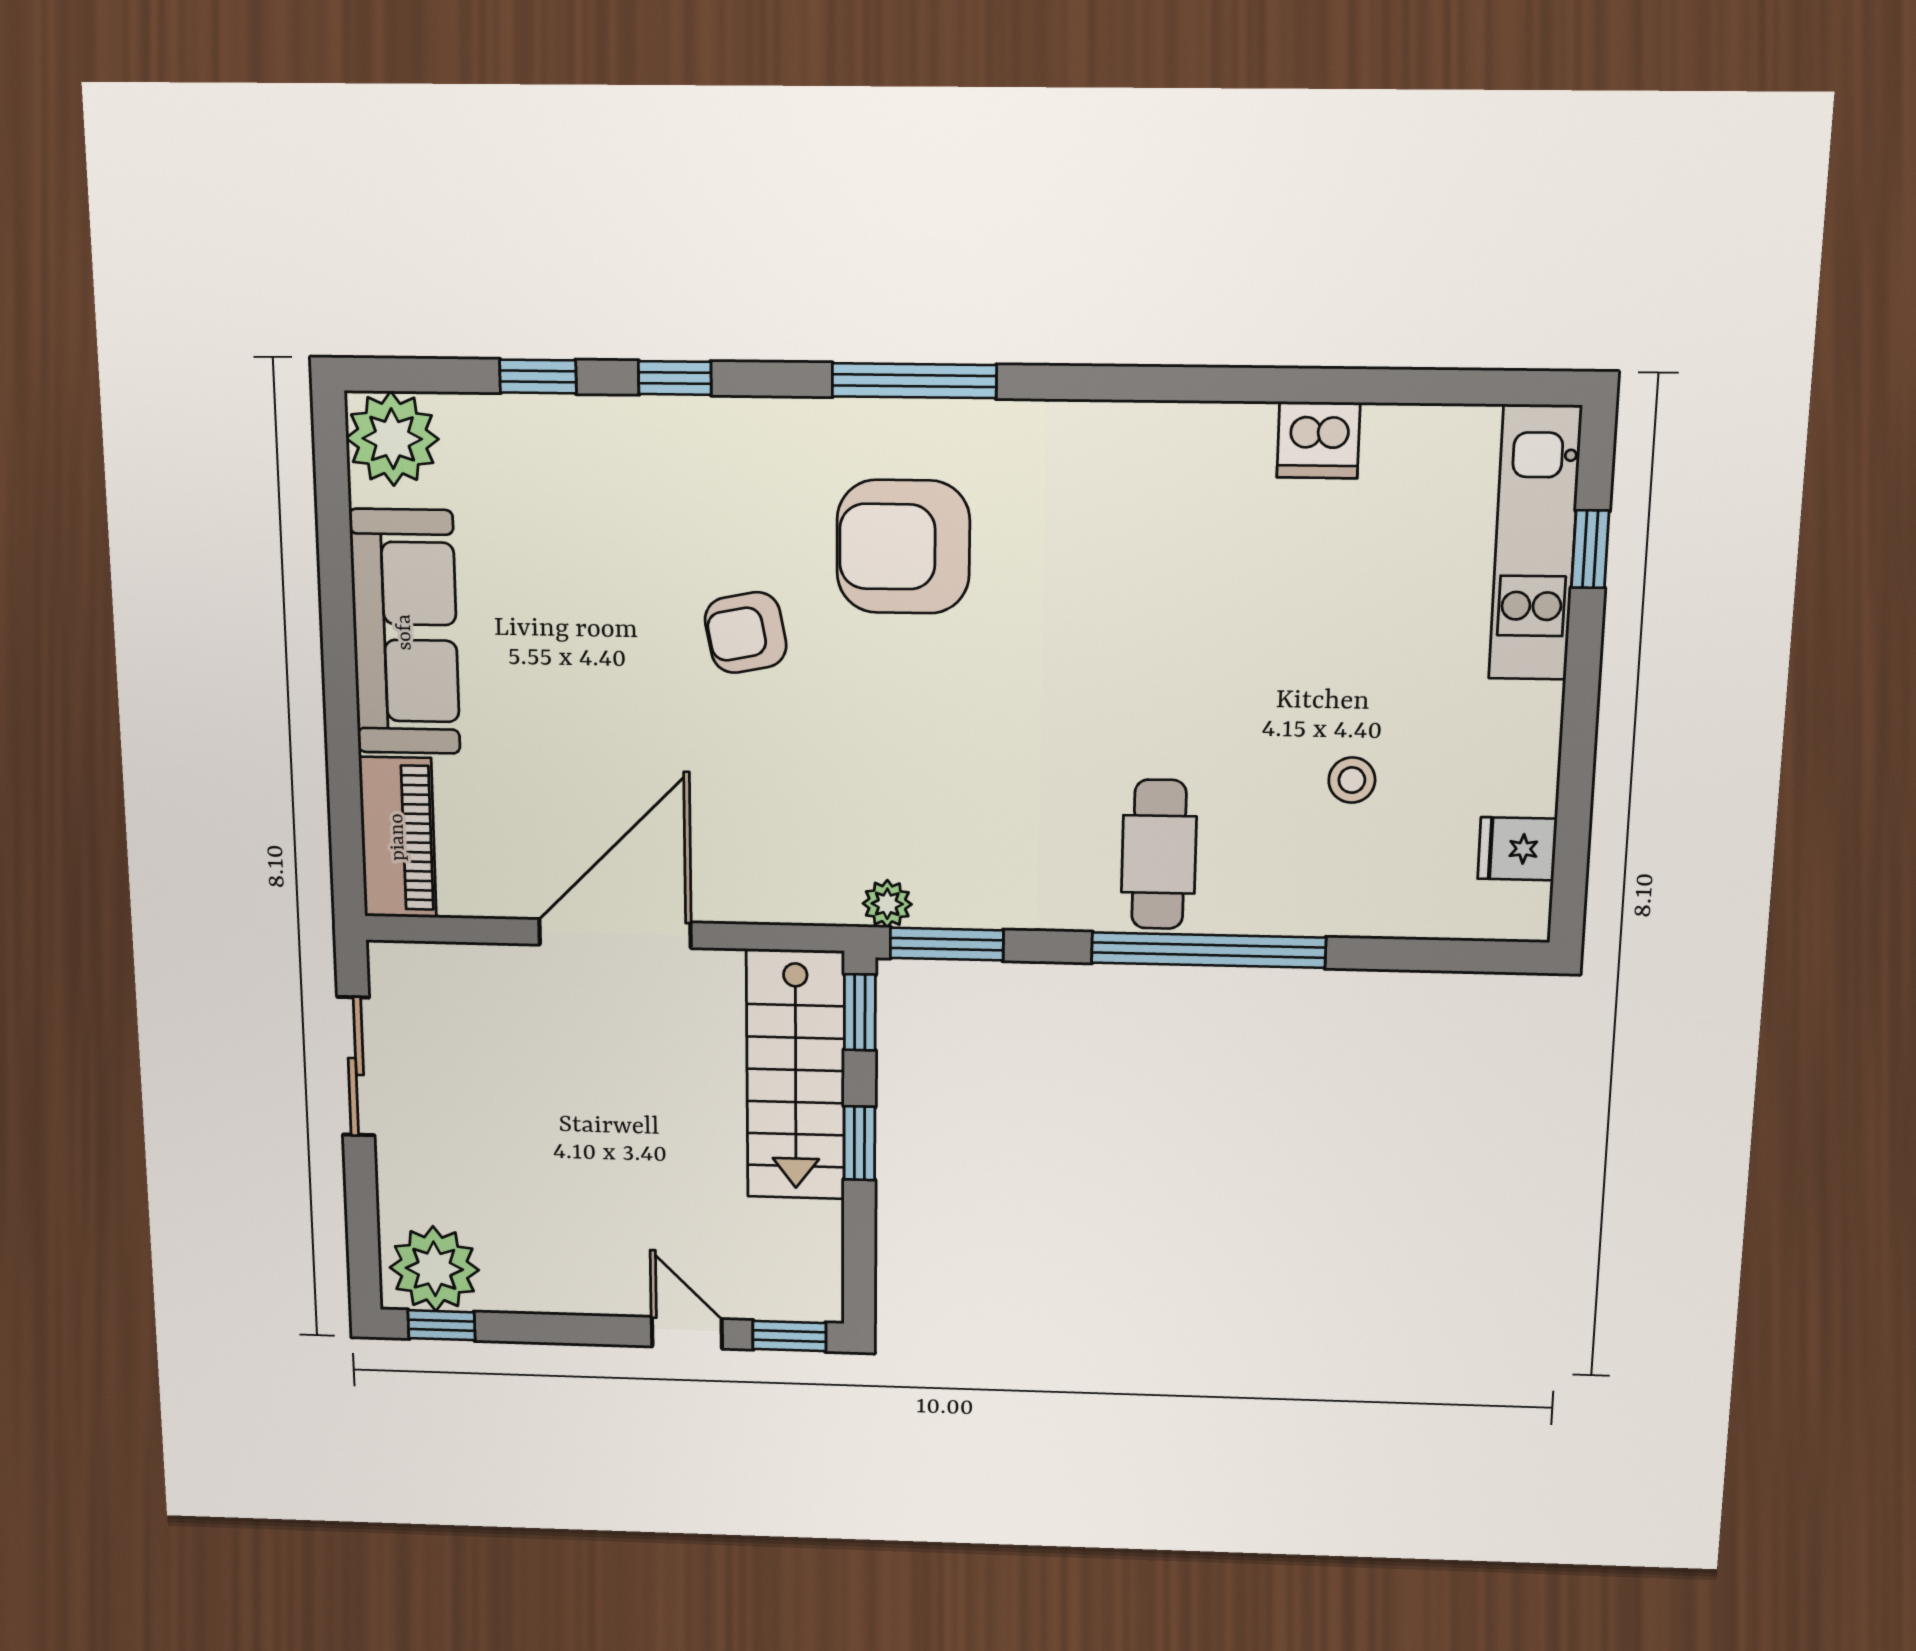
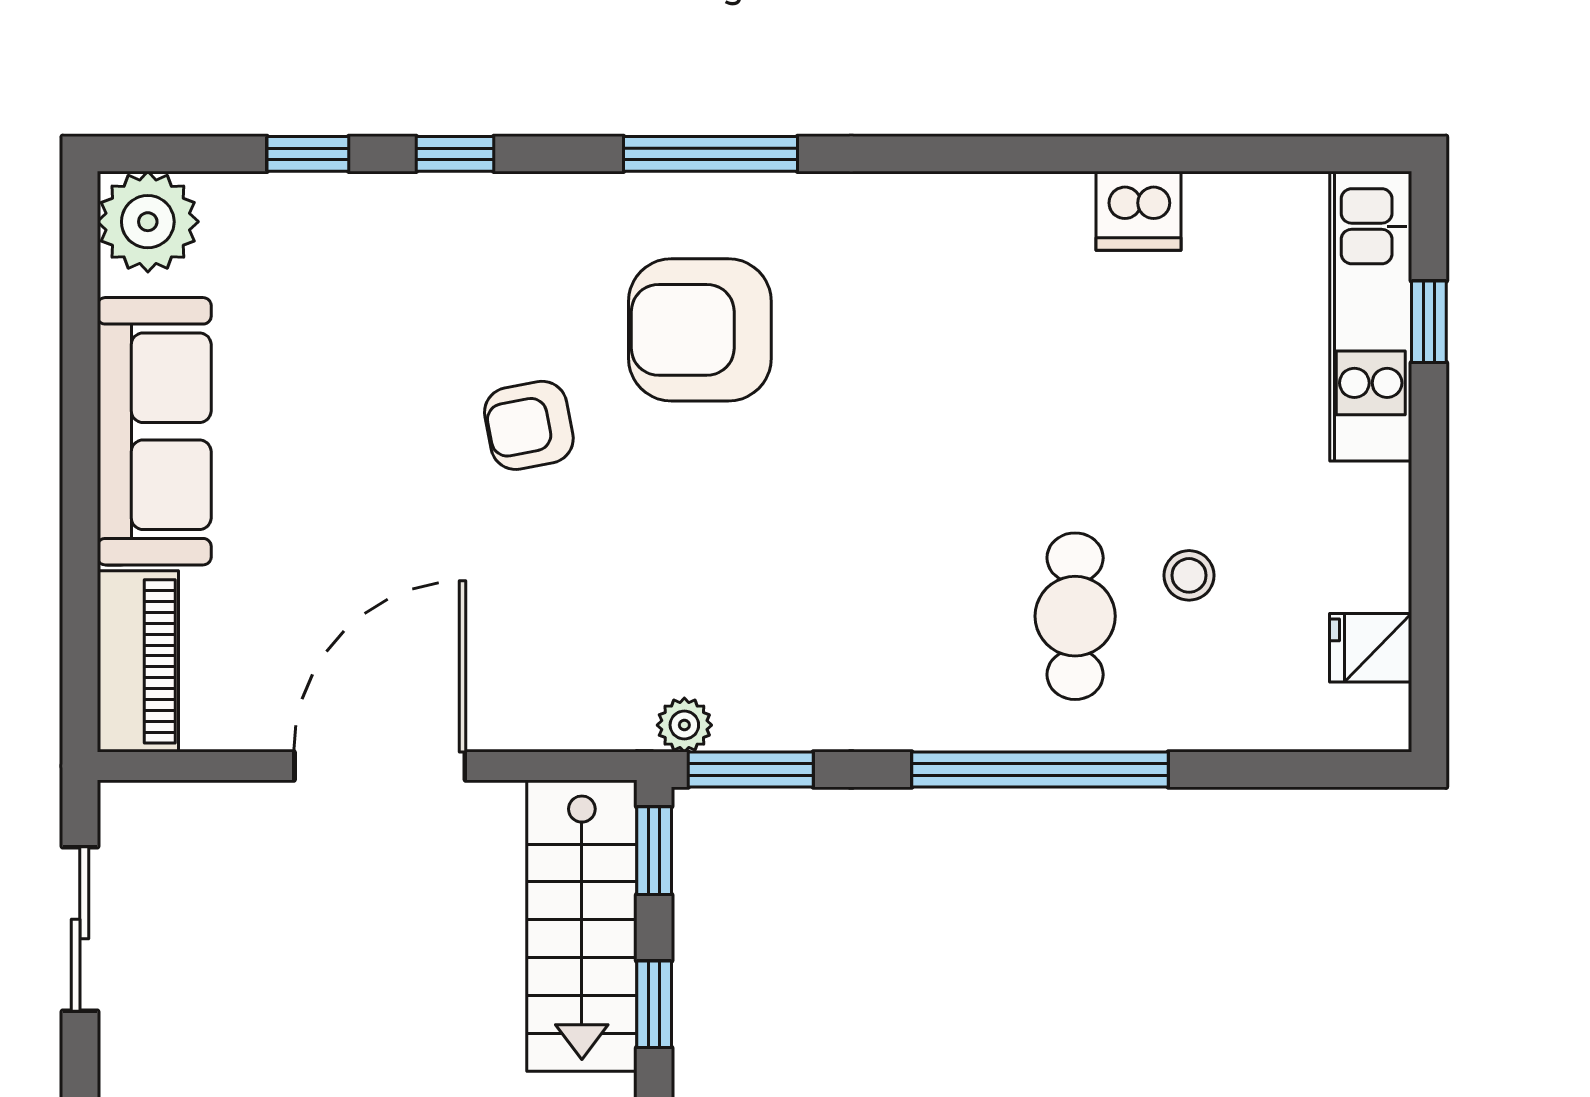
cafe table: (1159, 854) -> (1075, 616), moved

